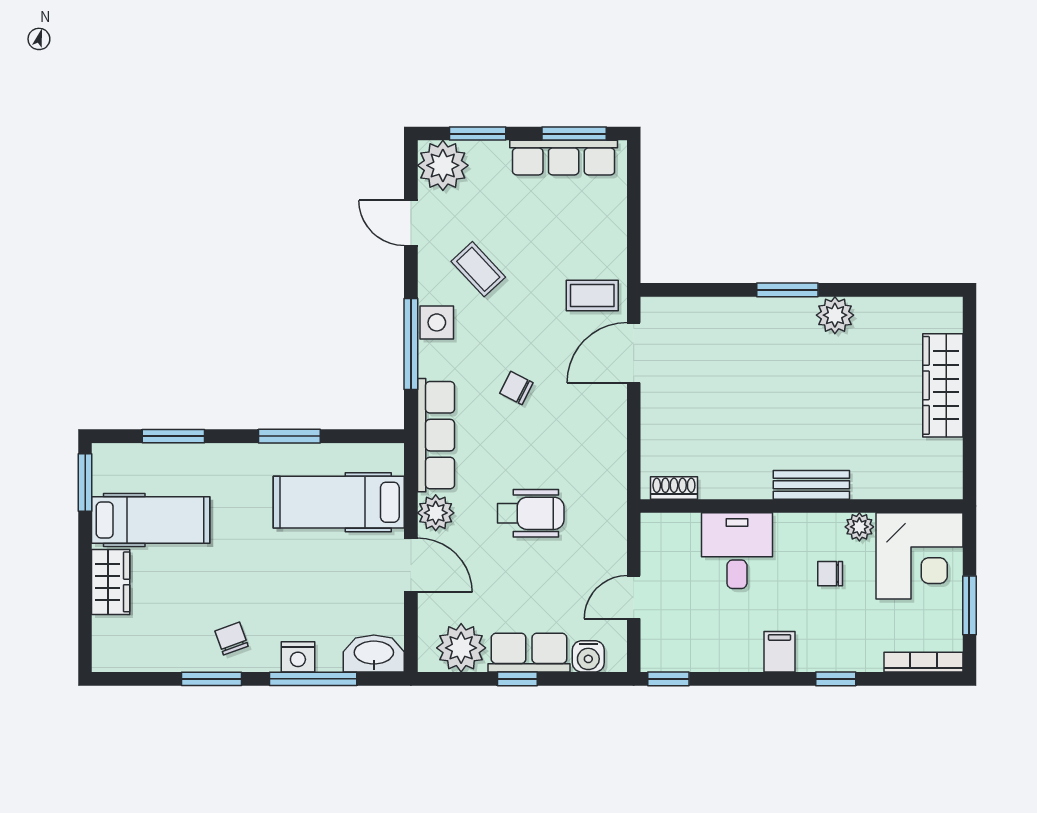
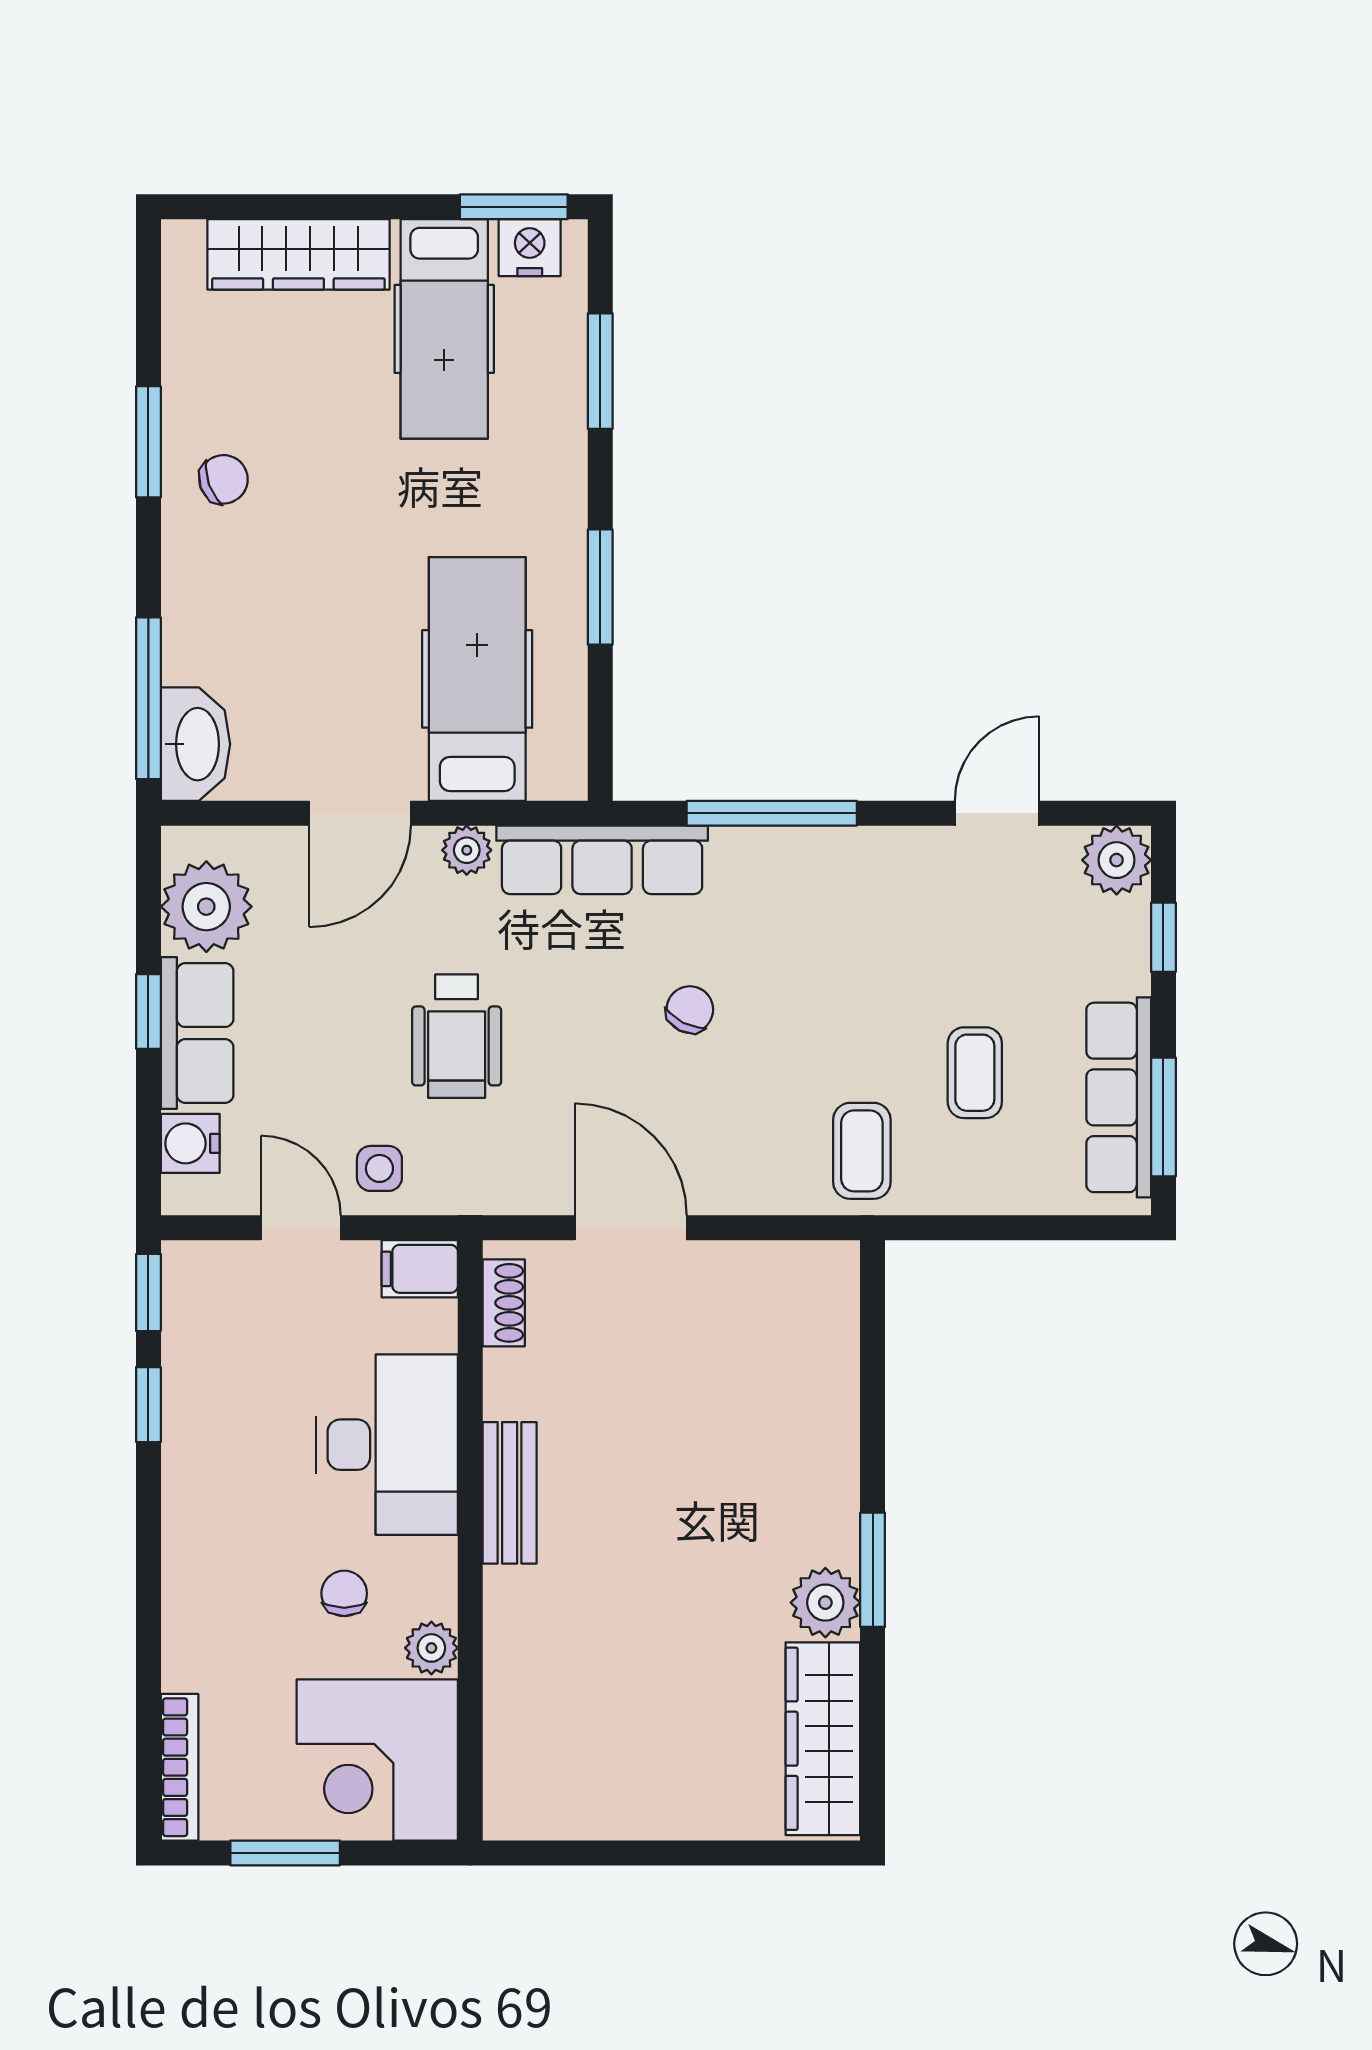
window: (478, 134) -> (1163, 937), width x0.67
plant: (443, 165) -> (1117, 860), width x0.73, depth x0.73
coffee table: (478, 269) -> (975, 1073), moved, turned -47
window: (787, 290) -> (873, 1570), moved
side table: (437, 322) -> (379, 1168), moved, width x0.73, depth x0.73
door: (634, 353) -> (631, 1228), moved
wardrobe: (943, 385) -> (823, 1739), moved, turned -90
bench: (811, 485) -> (510, 1493), moved
plant: (436, 513) -> (467, 850), width x0.73, depth x0.73
desk: (737, 551) -> (387, 1445), width x1.37
wardrobe: (111, 582) -> (298, 254), width x1.50
filing cabinet: (779, 652) -> (420, 1269), moved, turned 180
nightstand: (298, 657) -> (530, 248), moved, turned 90
window: (313, 679) -> (148, 698), moved
window: (836, 679) -> (148, 1405), moved

